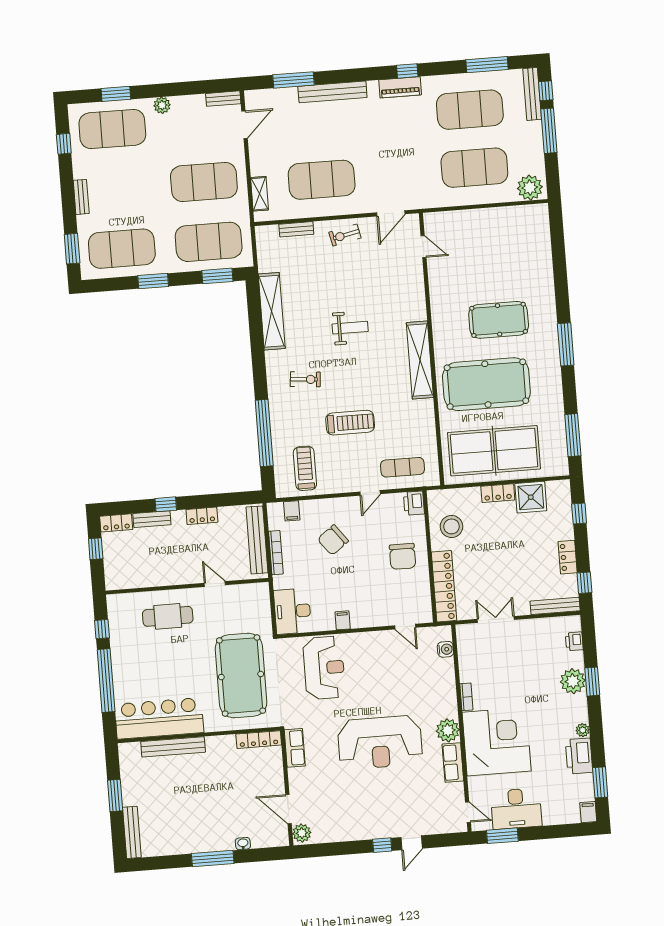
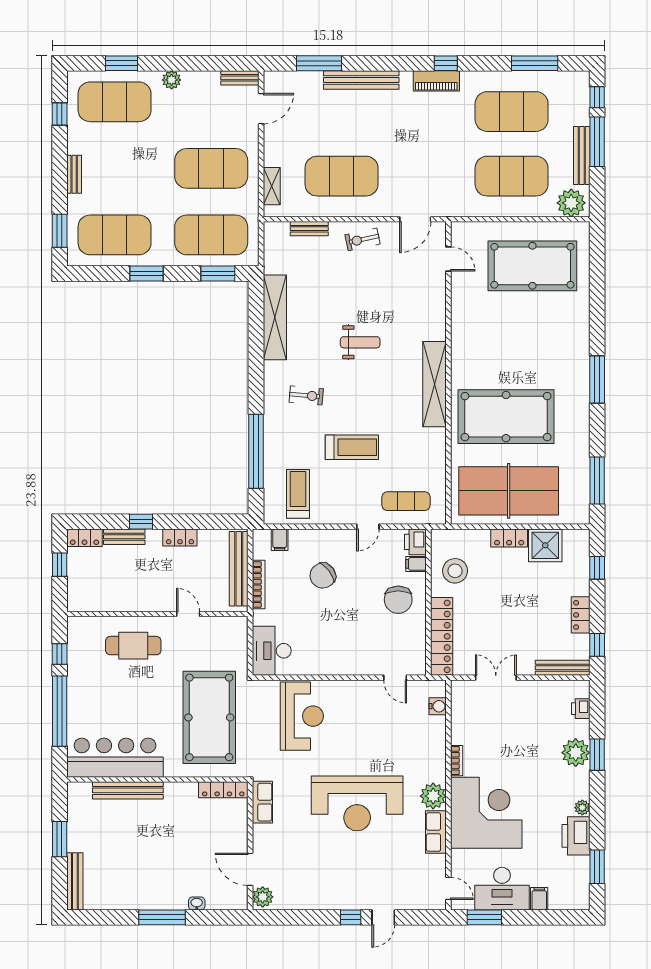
bench: (532, 94) -> (582, 155), moved
pool table: (499, 320) -> (532, 266), moved, width x1.36, depth x1.32
filing cabinet: (343, 620) -> (416, 564), moved, turned -90
filing cabinet: (588, 812) -> (539, 899), moved

